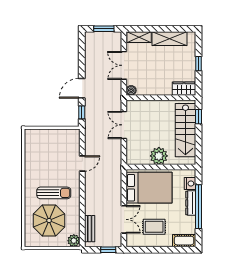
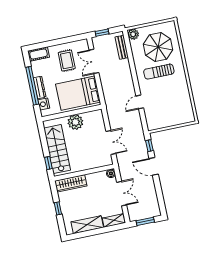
door: (82, 88) -> (154, 166), swing flipped
wardrobe: (184, 89) -> (71, 183), width x1.50
rug: (154, 227) -> (67, 61), turned 90

